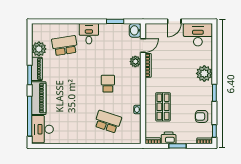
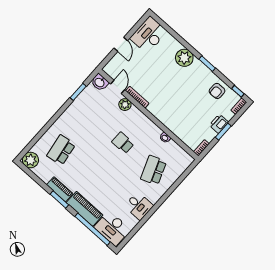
desk: (89, 34) -> (139, 206), moved, turned 180
plant: (39, 49) -> (30, 160), moved
shop shelf: (163, 107) -> (181, 115), removed
school desk: (108, 122) -> (154, 170), turned -39
printer: (169, 138) -> (219, 124), moved

